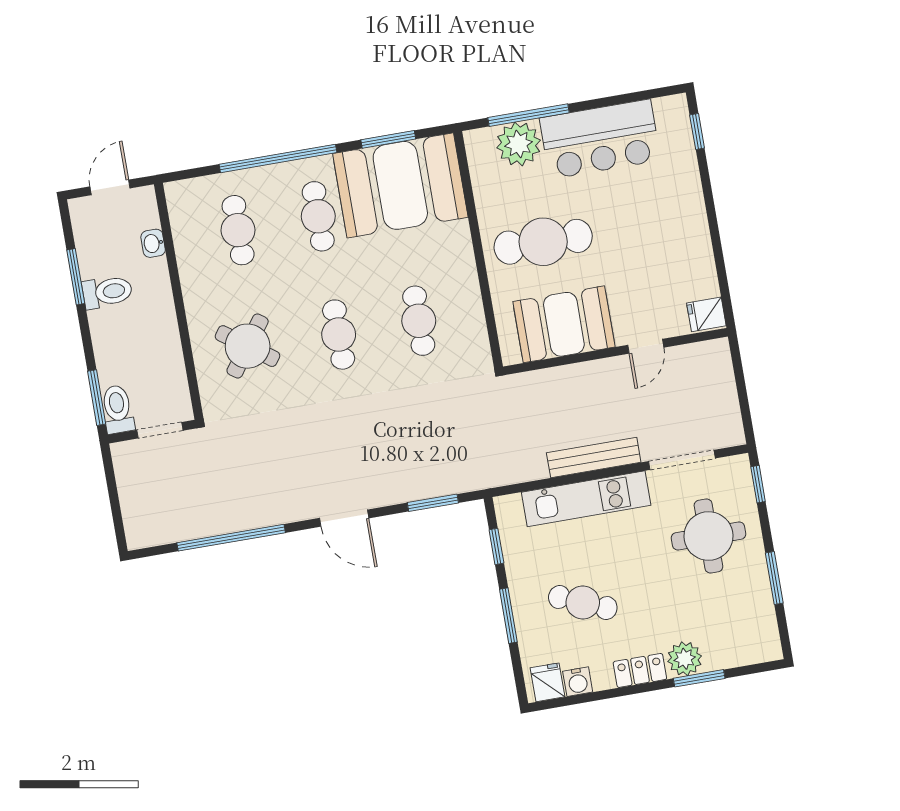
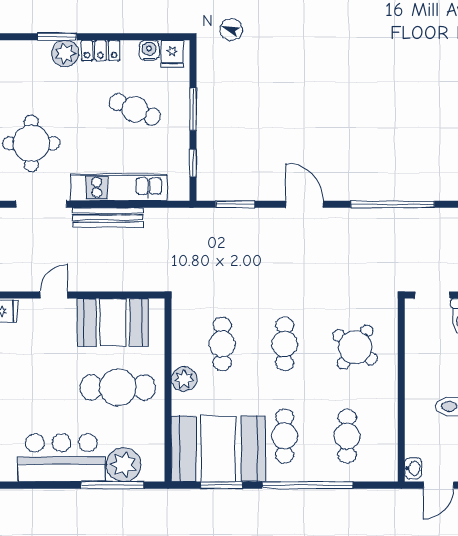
washbasin: (153, 243) -> (413, 468), moved
plant: (460, 267) -> (184, 379), added

